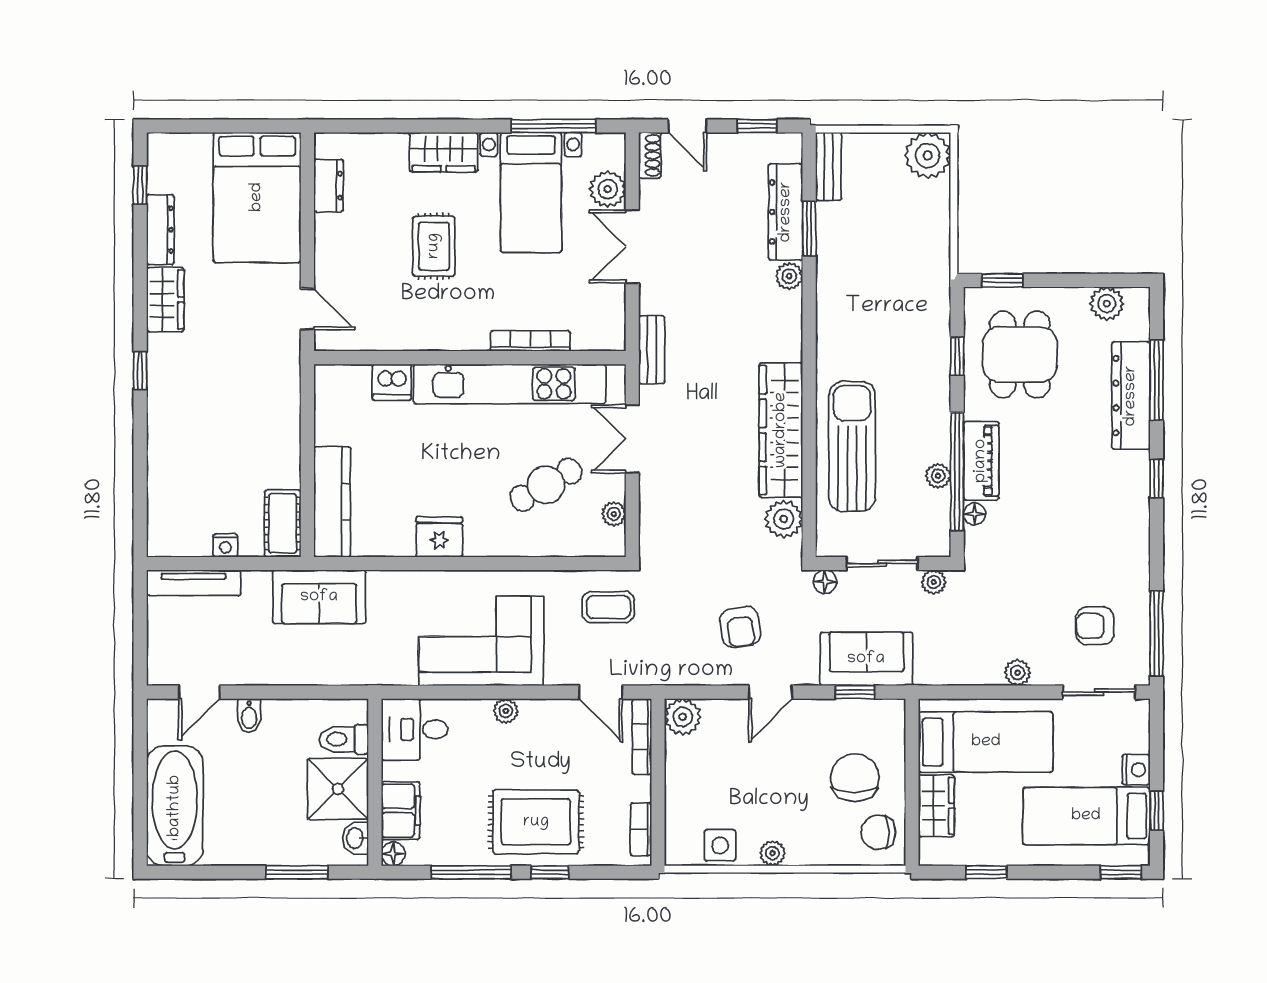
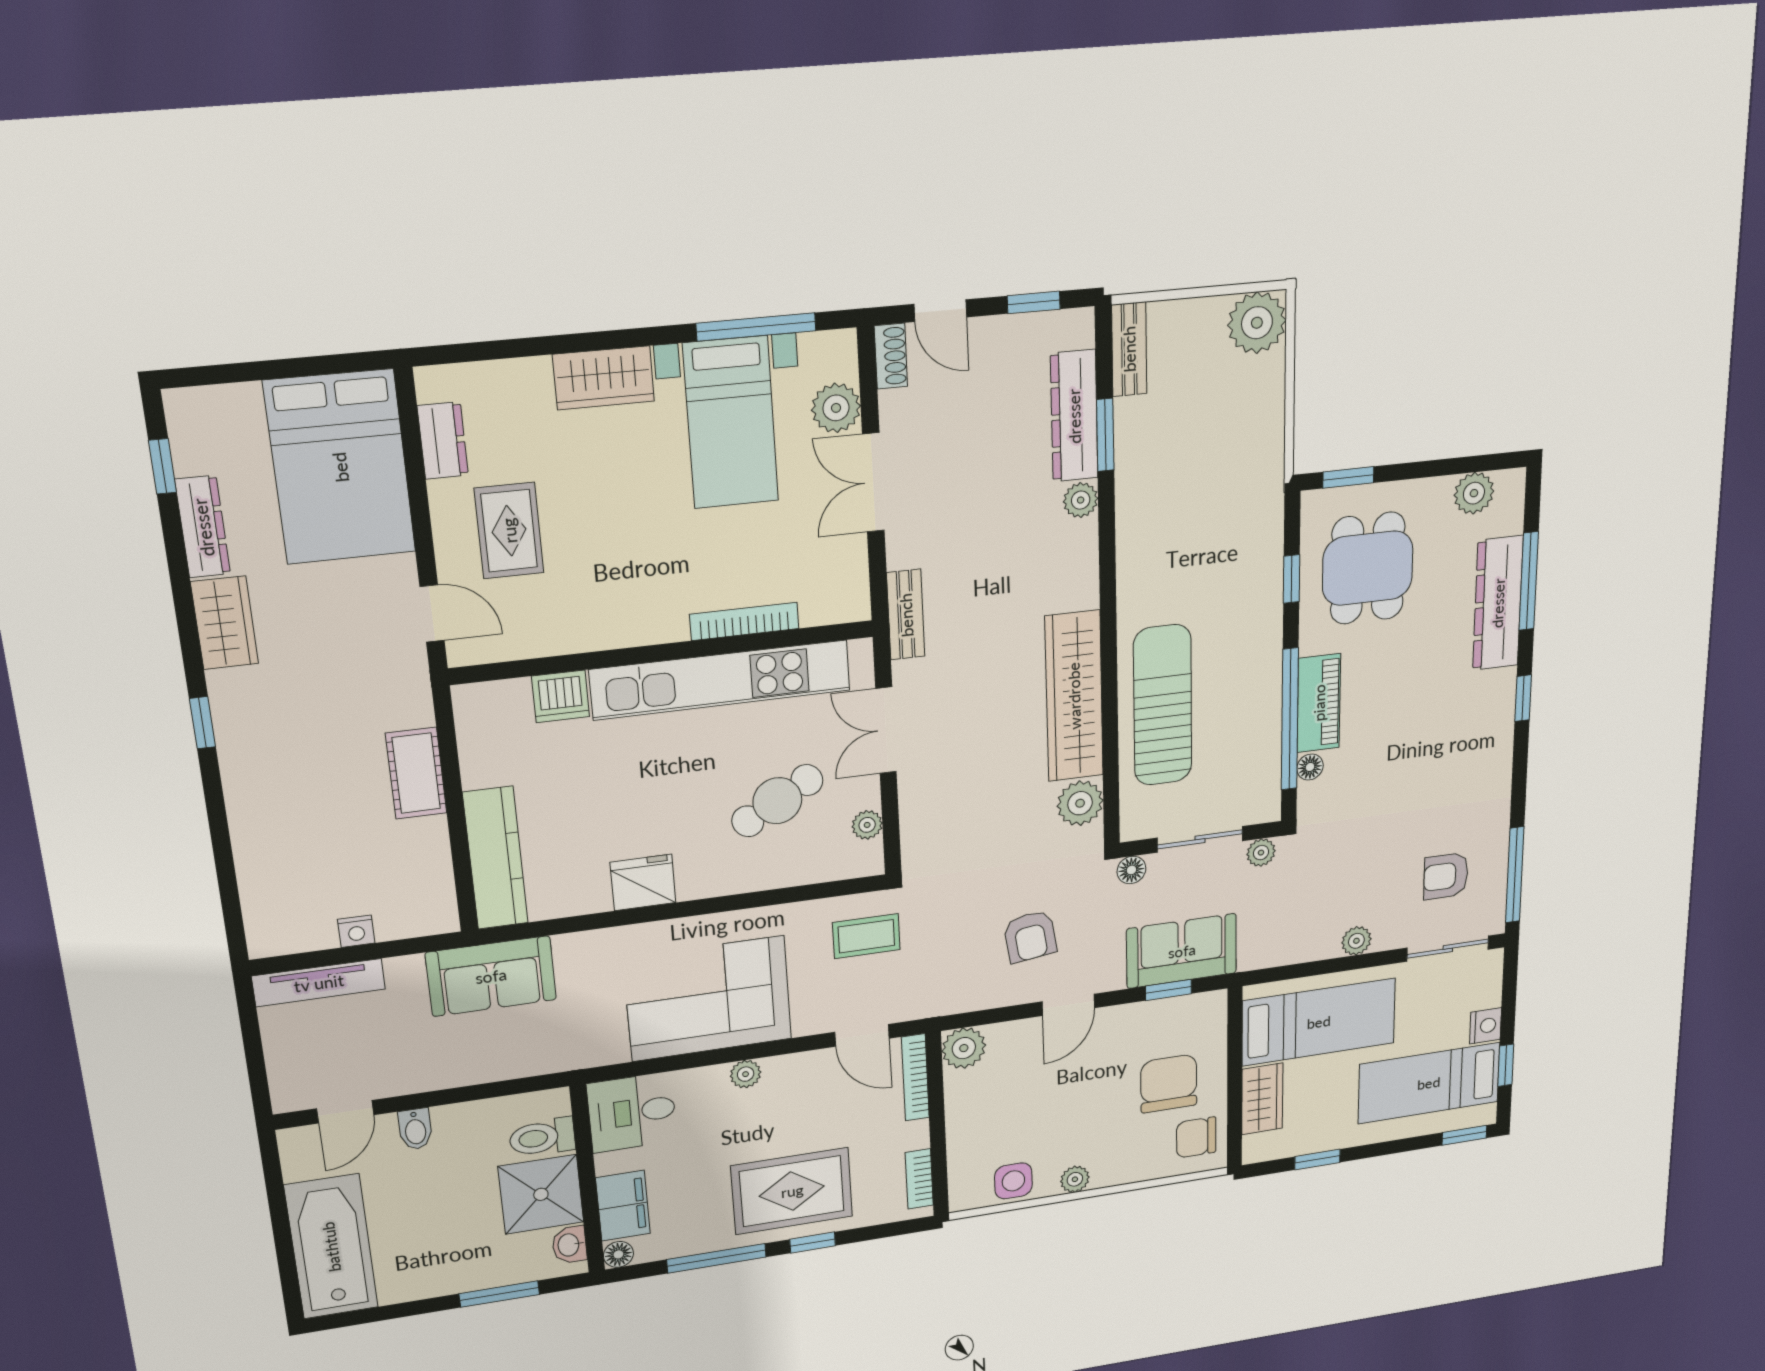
rug: (434, 246) -> (509, 531), moved
plant: (938, 476) -> (1267, 728), removed
cot: (283, 523) -> (416, 773), moved

